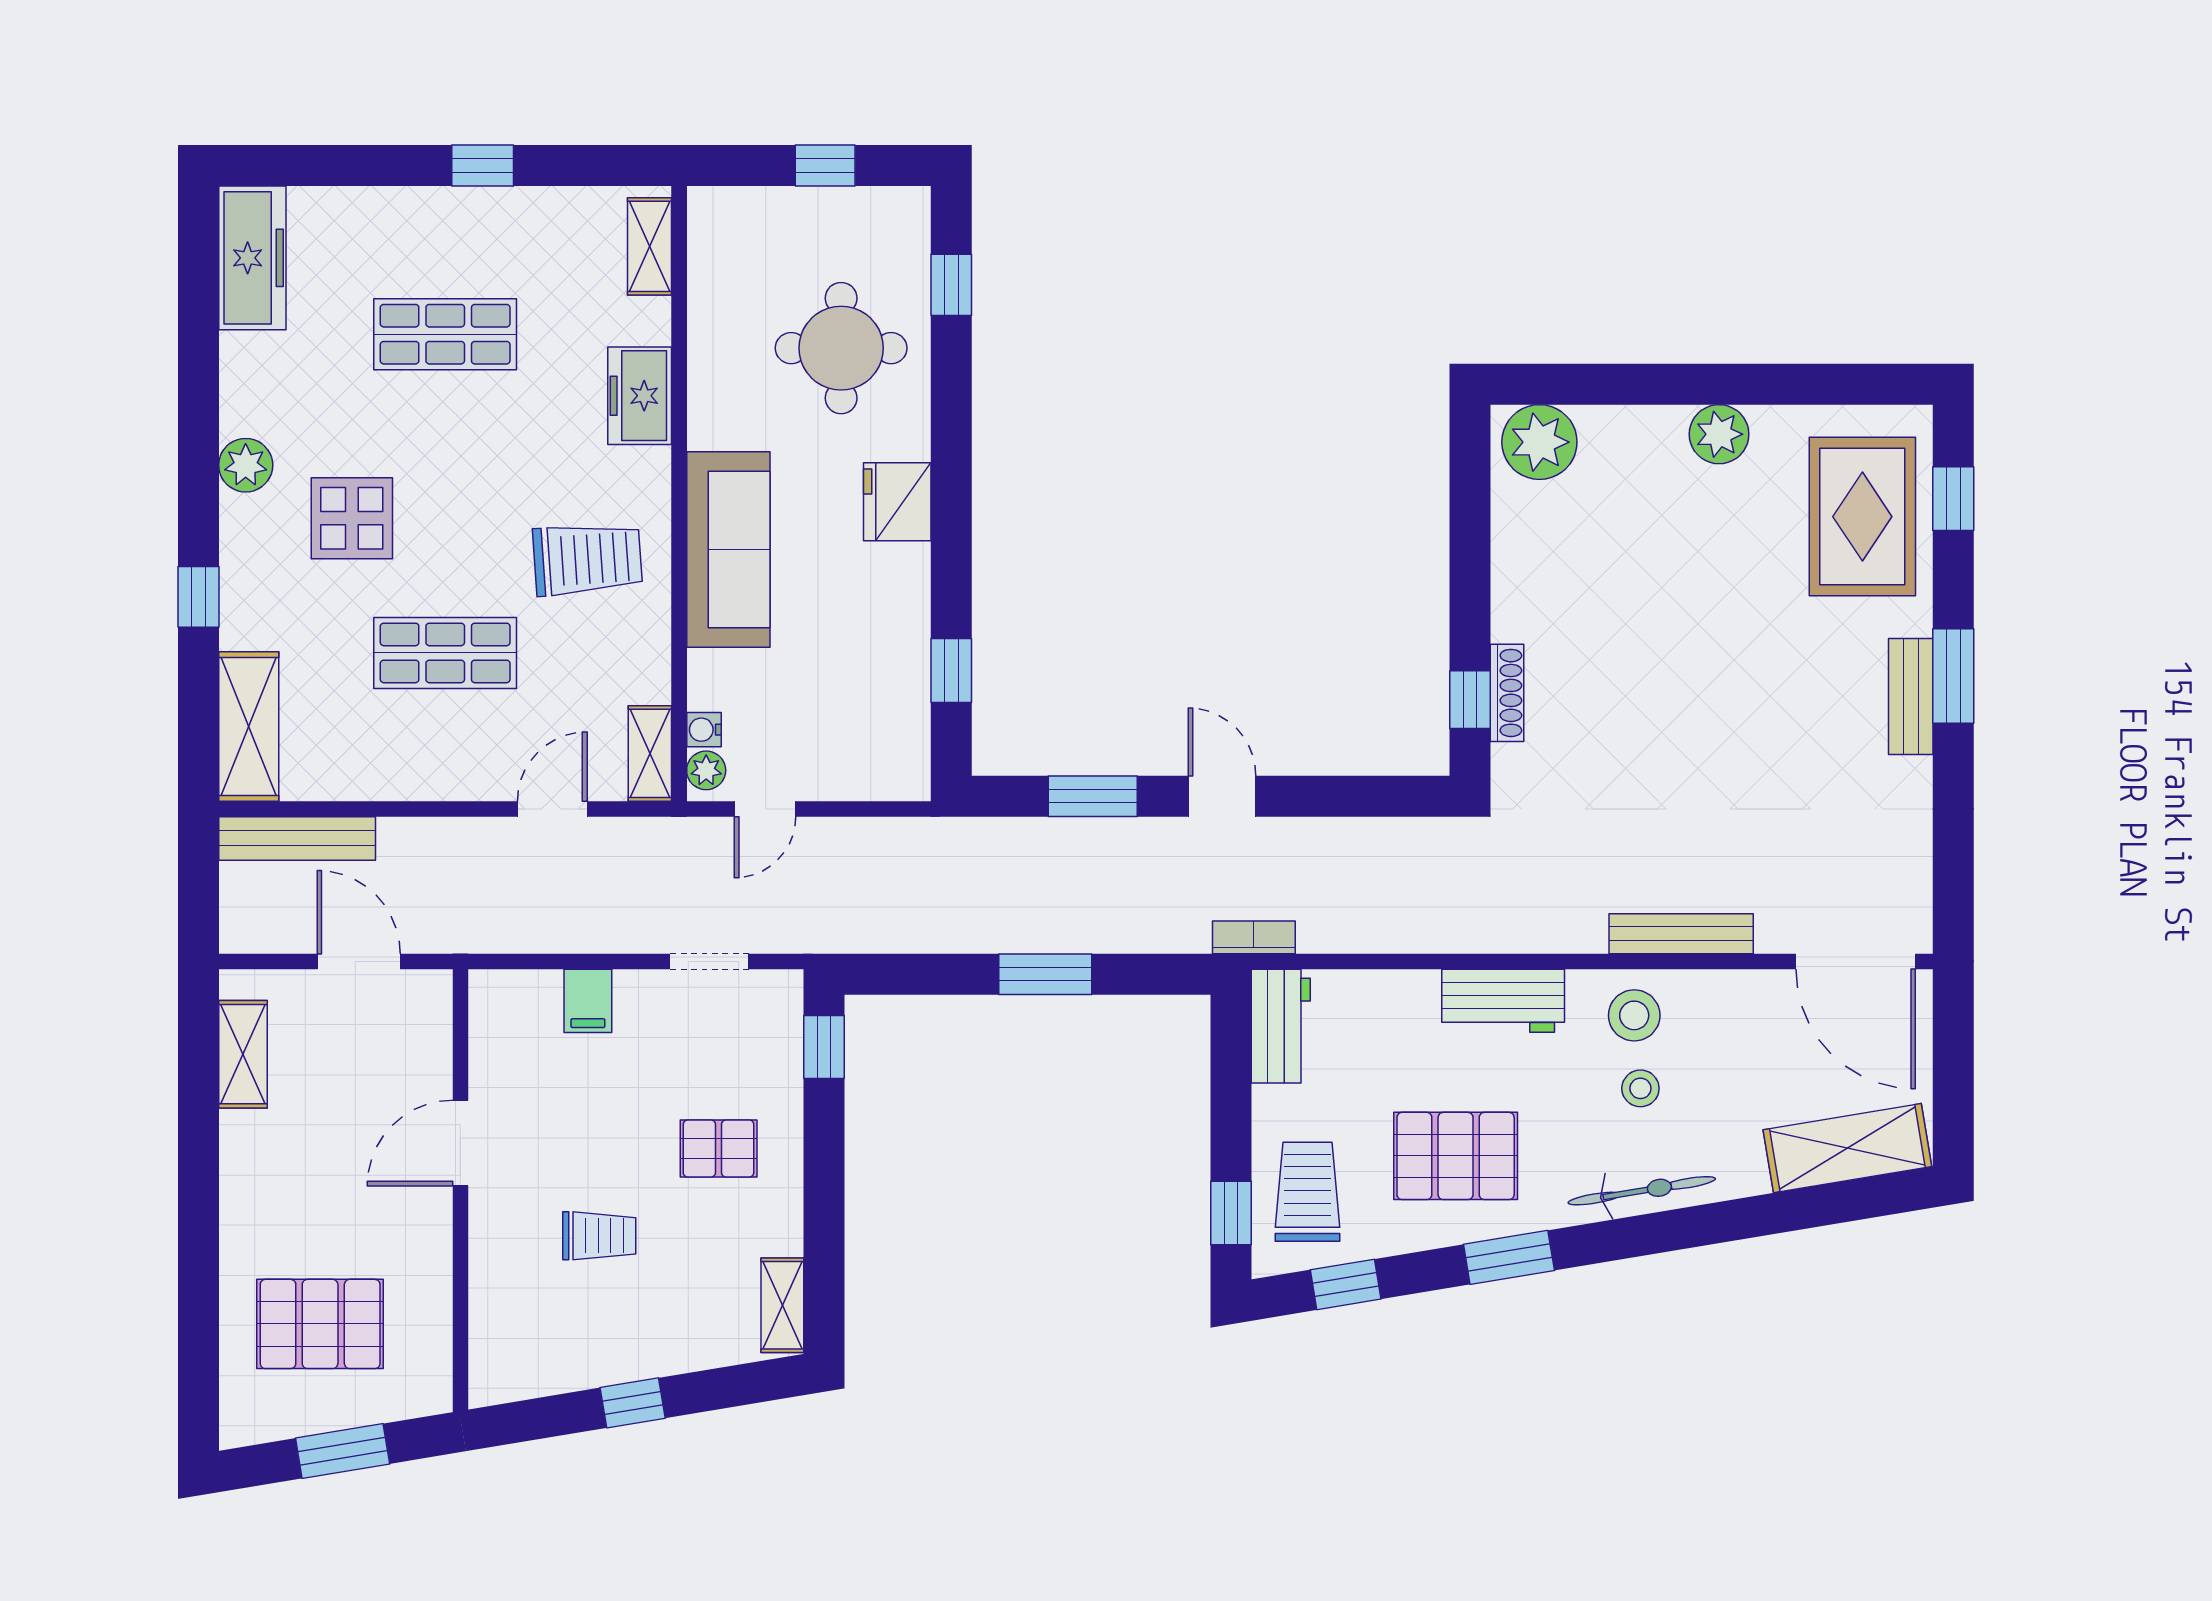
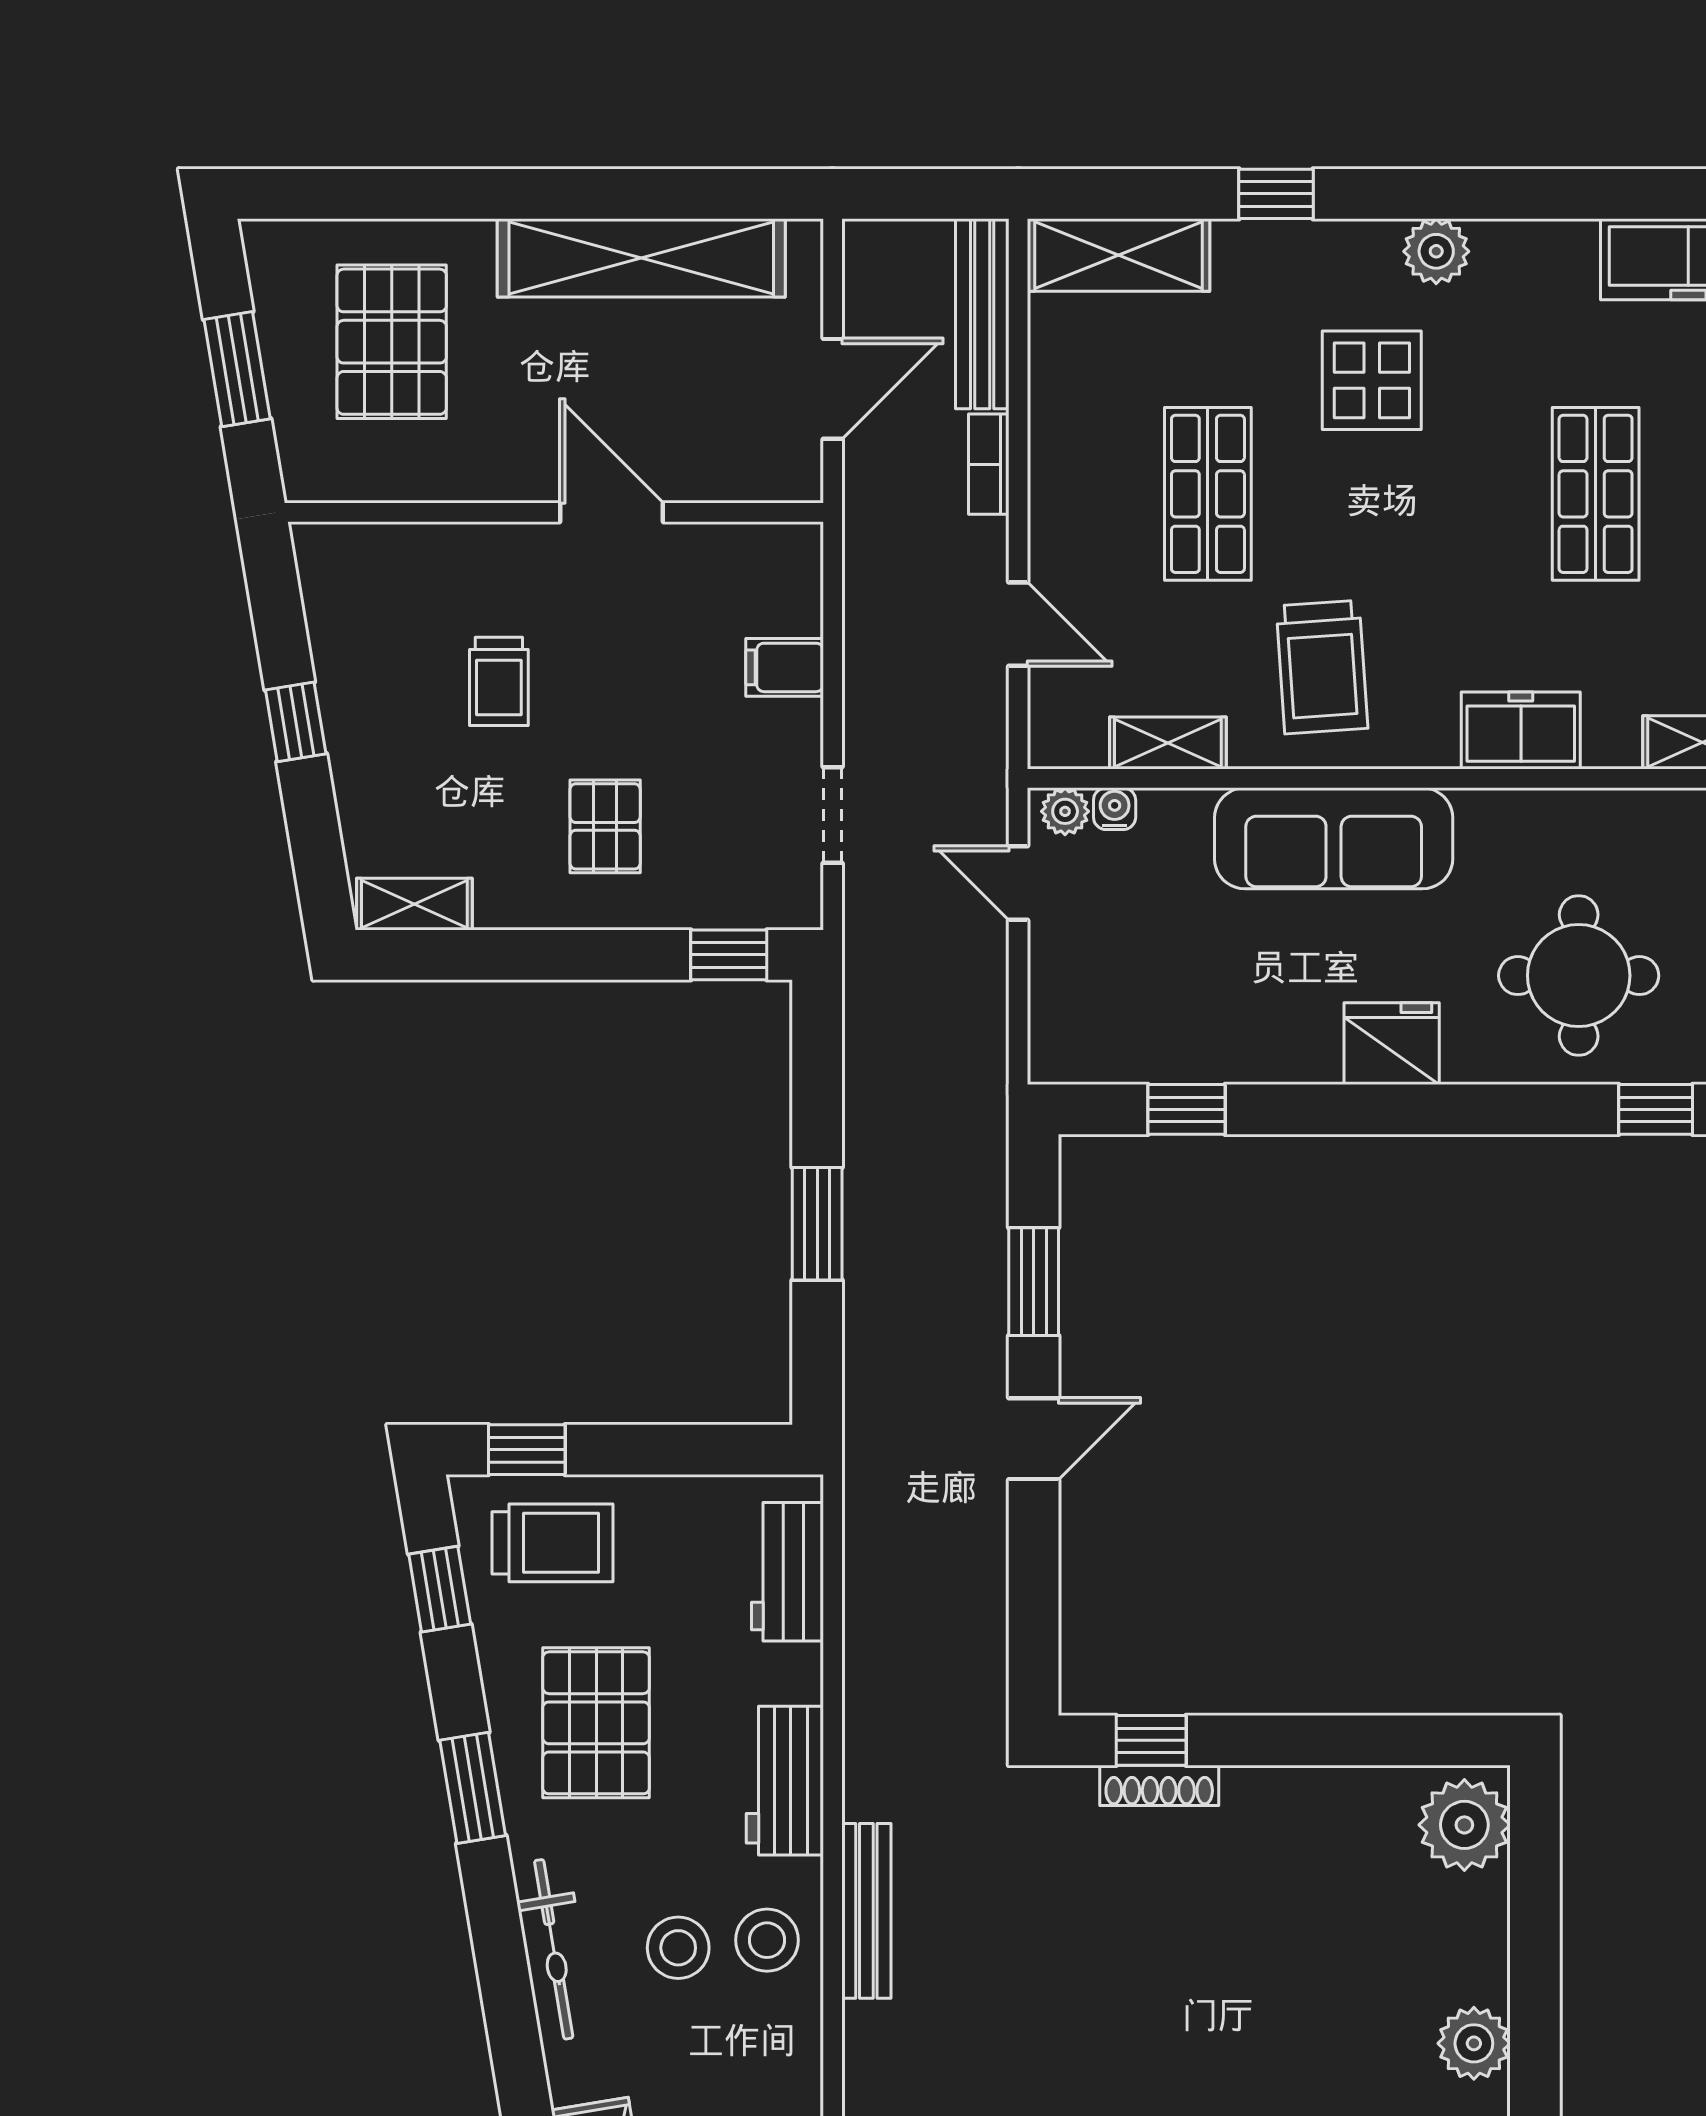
shelving: (650, 753) -> (1168, 743), moved
bench: (1681, 934) -> (866, 1911), moved
bookcase: (1254, 937) -> (989, 464), moved, turned 180
workbench: (1281, 1026) -> (787, 1572), moved, turned 90
shelving: (243, 1054) -> (641, 258), width x2.20, depth x1.33
stool: (1640, 1088) -> (678, 1948), width x1.37, depth x1.37

